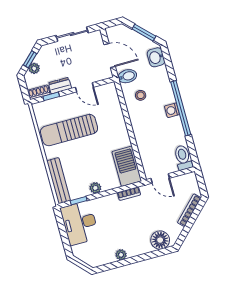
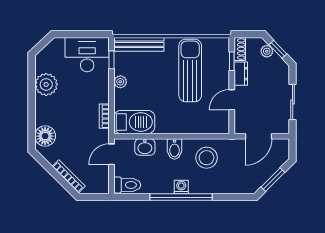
washbasin: (156, 57) -> (145, 147), moved, turned 180
bidet: (127, 76) -> (174, 149), moved
stool: (141, 95) -> (207, 158), width x1.89, depth x1.89
plant: (121, 255) -> (46, 84), width x1.88, depth x1.88

